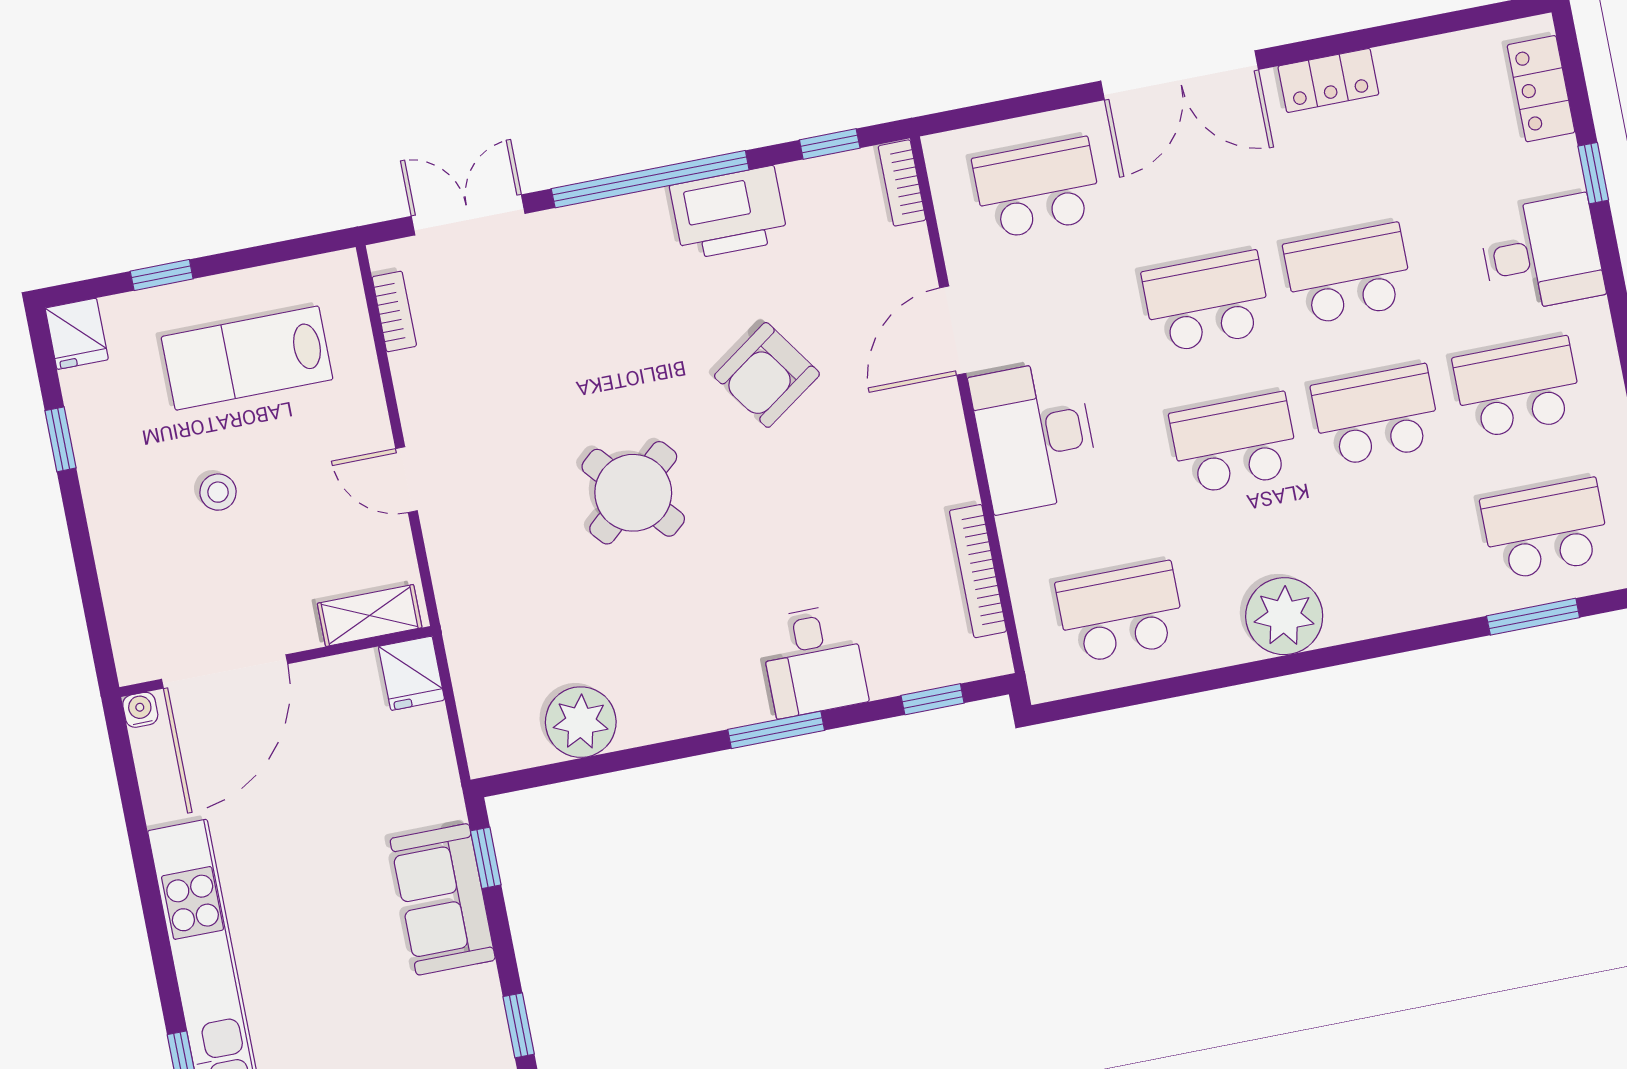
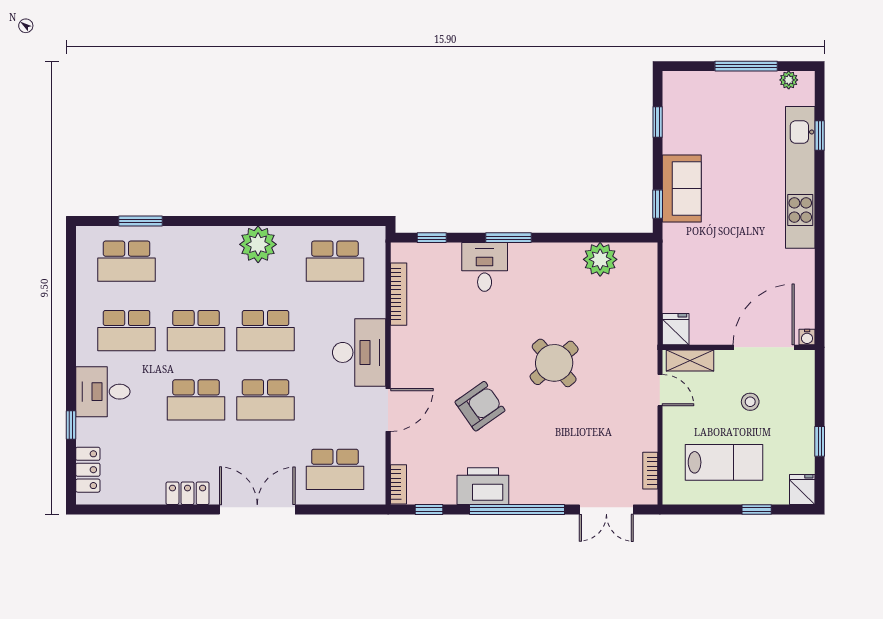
shelving: (370, 616) -> (690, 360), moved
wall: (276, 662) -> (739, 347), moved
door: (225, 672) -> (764, 347), moved
fridge: (412, 673) -> (676, 329), moved
water cooler: (140, 710) -> (807, 337), moved

